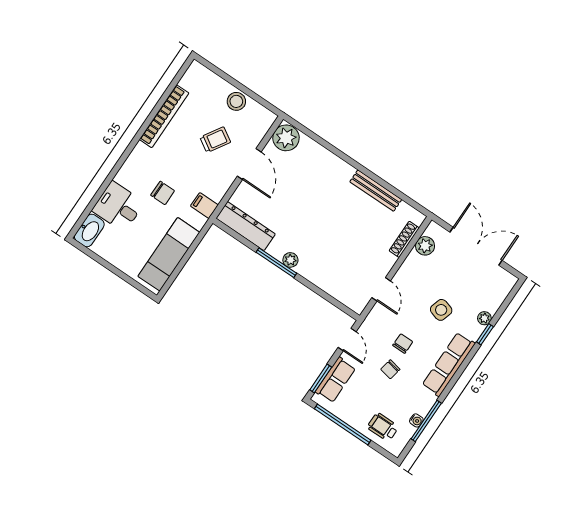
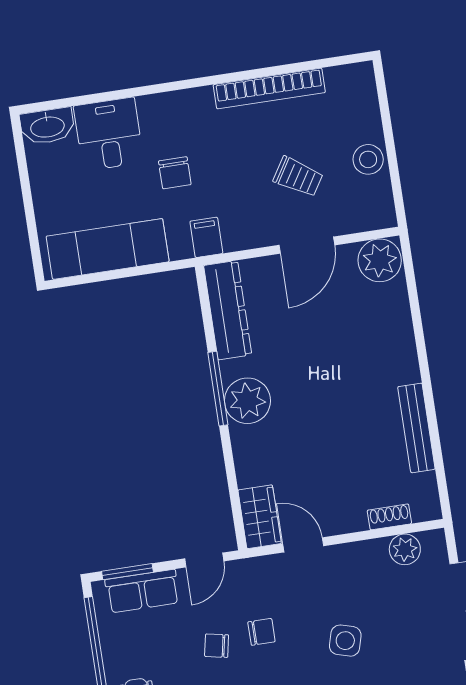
shoe rack: (404, 239) -> (389, 517), width x0.70
plant: (290, 260) -> (247, 401), width x1.87, depth x1.87
door: (381, 289) -> (303, 545), swing flipped
wardrobe: (351, 297) -> (260, 517), added

